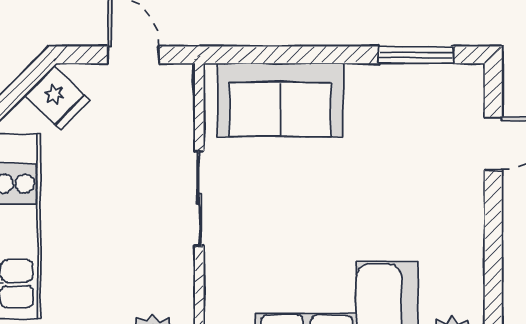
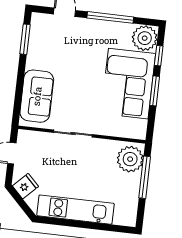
window: (493, 257) -> (110, 17), added

